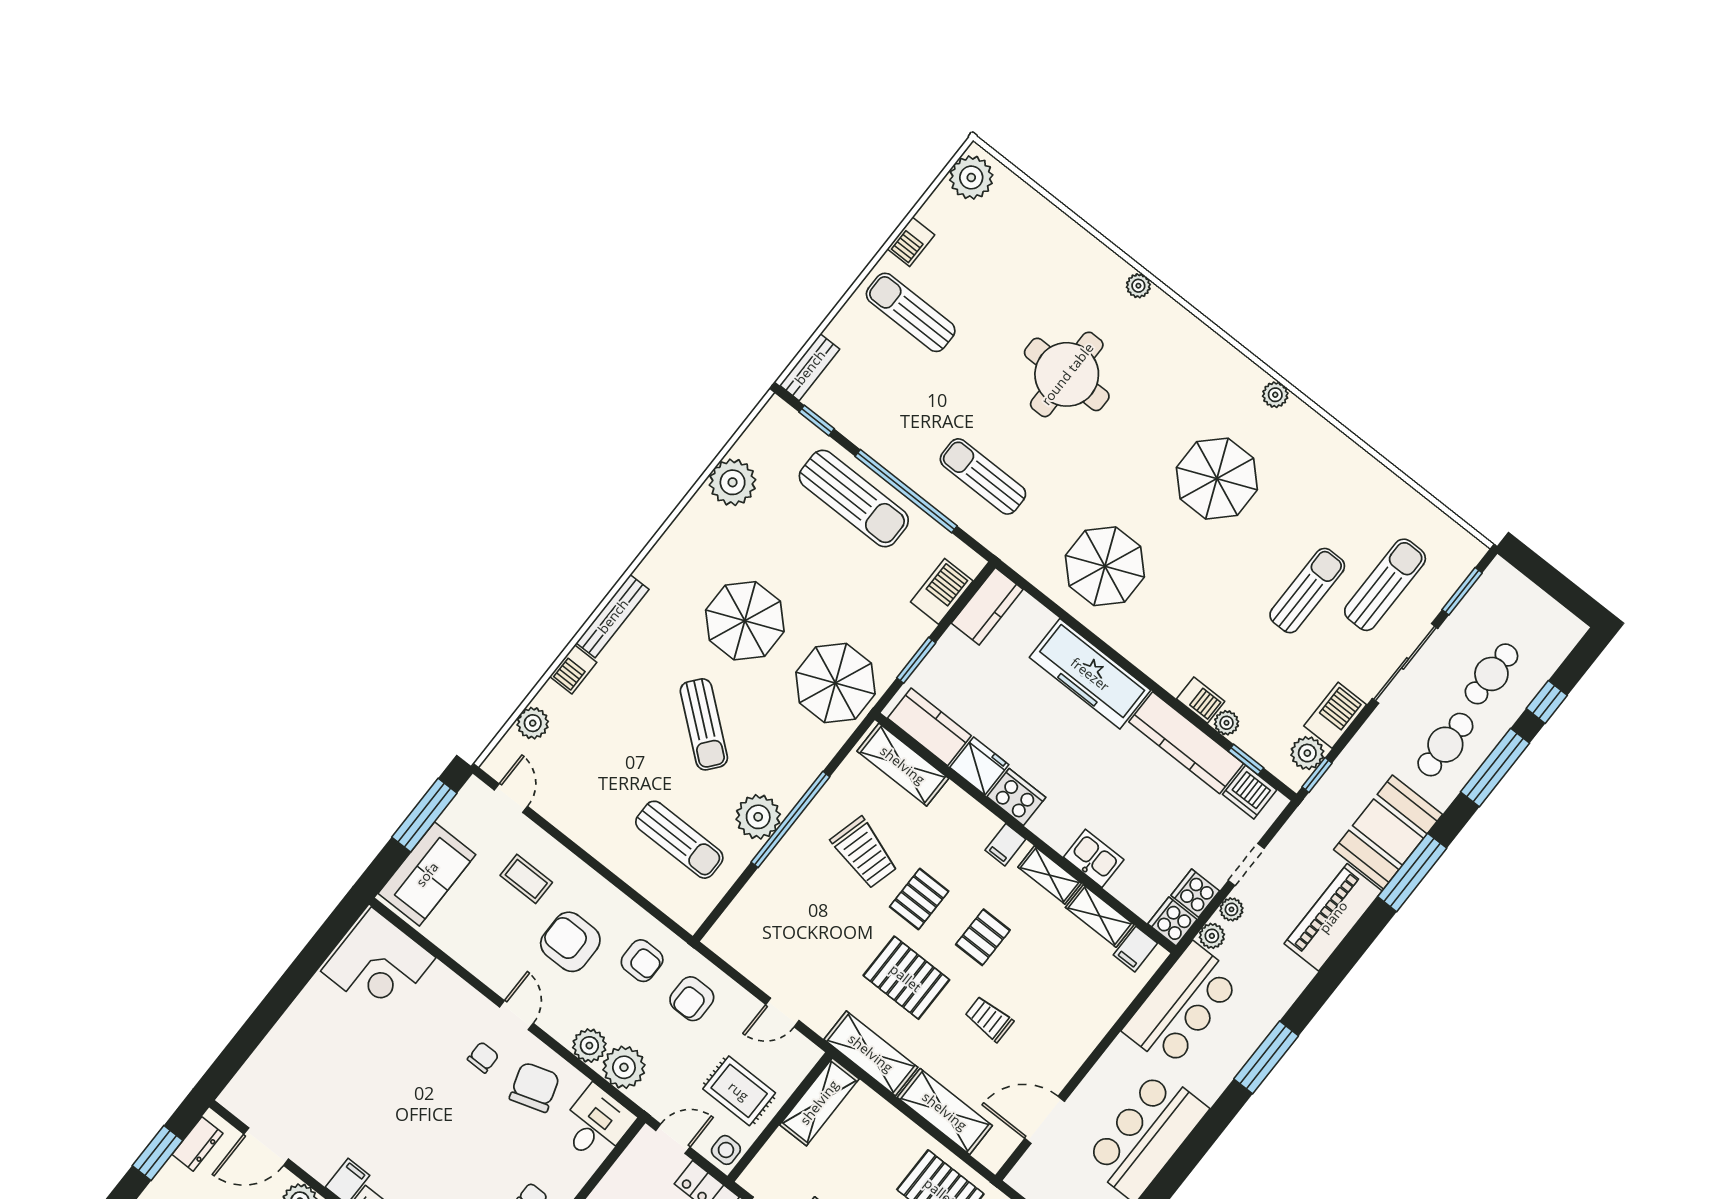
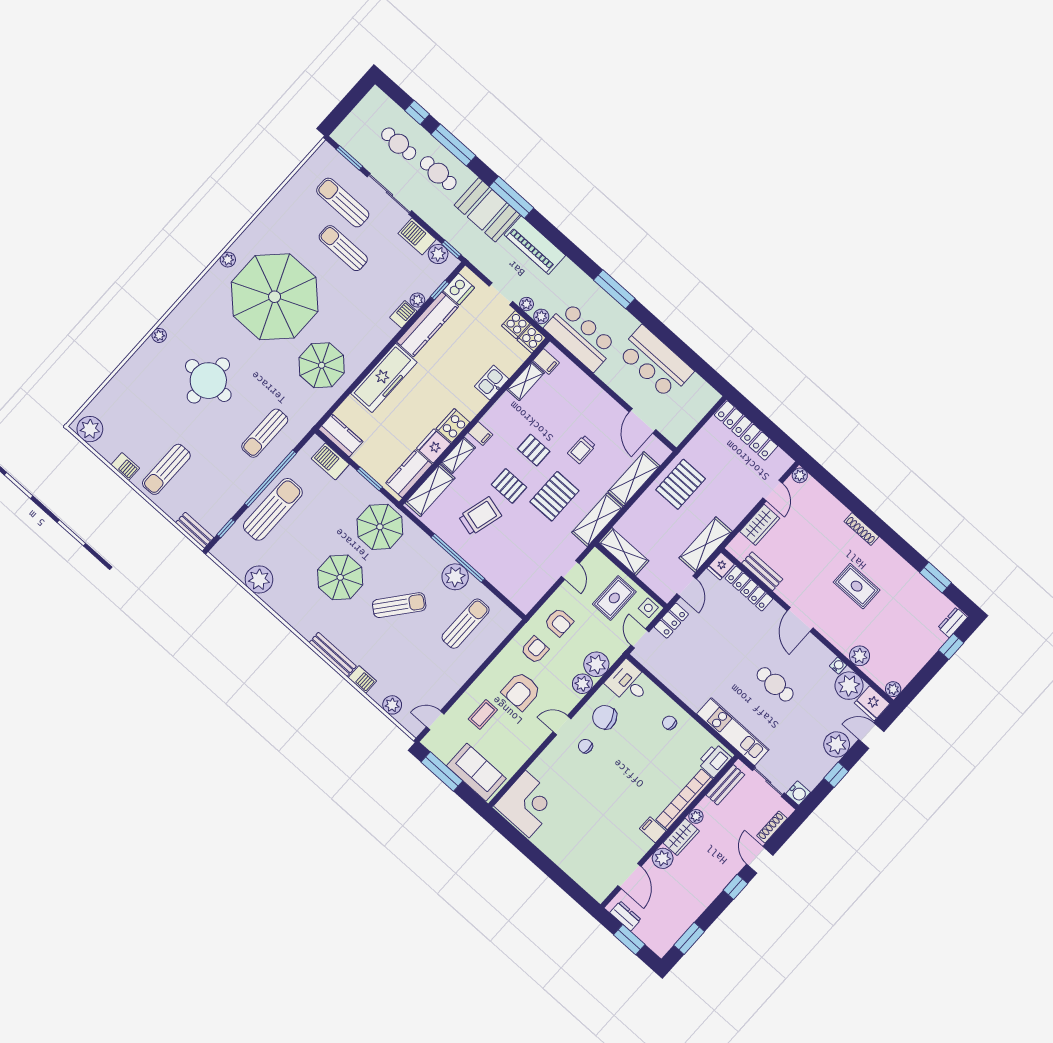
parasol: (1217, 479) -> (275, 297), width x1.86, depth x1.86
shelving: (1050, 875) -> (458, 455), moved

